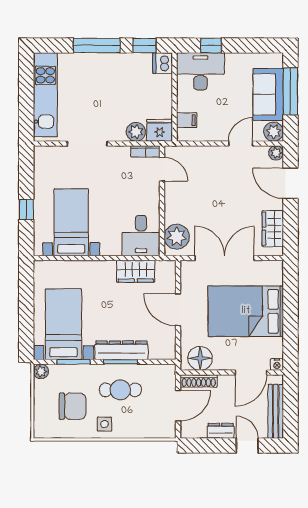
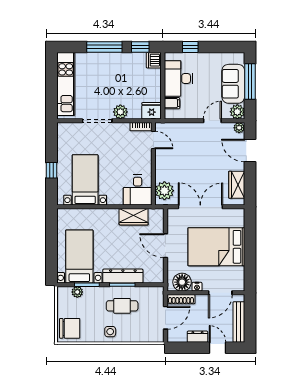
desk: (200, 71) -> (178, 78), moved, turned -90
plant: (136, 132) -> (120, 112), moved
nightstand: (277, 364) -> (197, 287), moved
plant: (41, 371) -> (77, 292), moved
chair: (72, 406) -> (70, 328), moved

